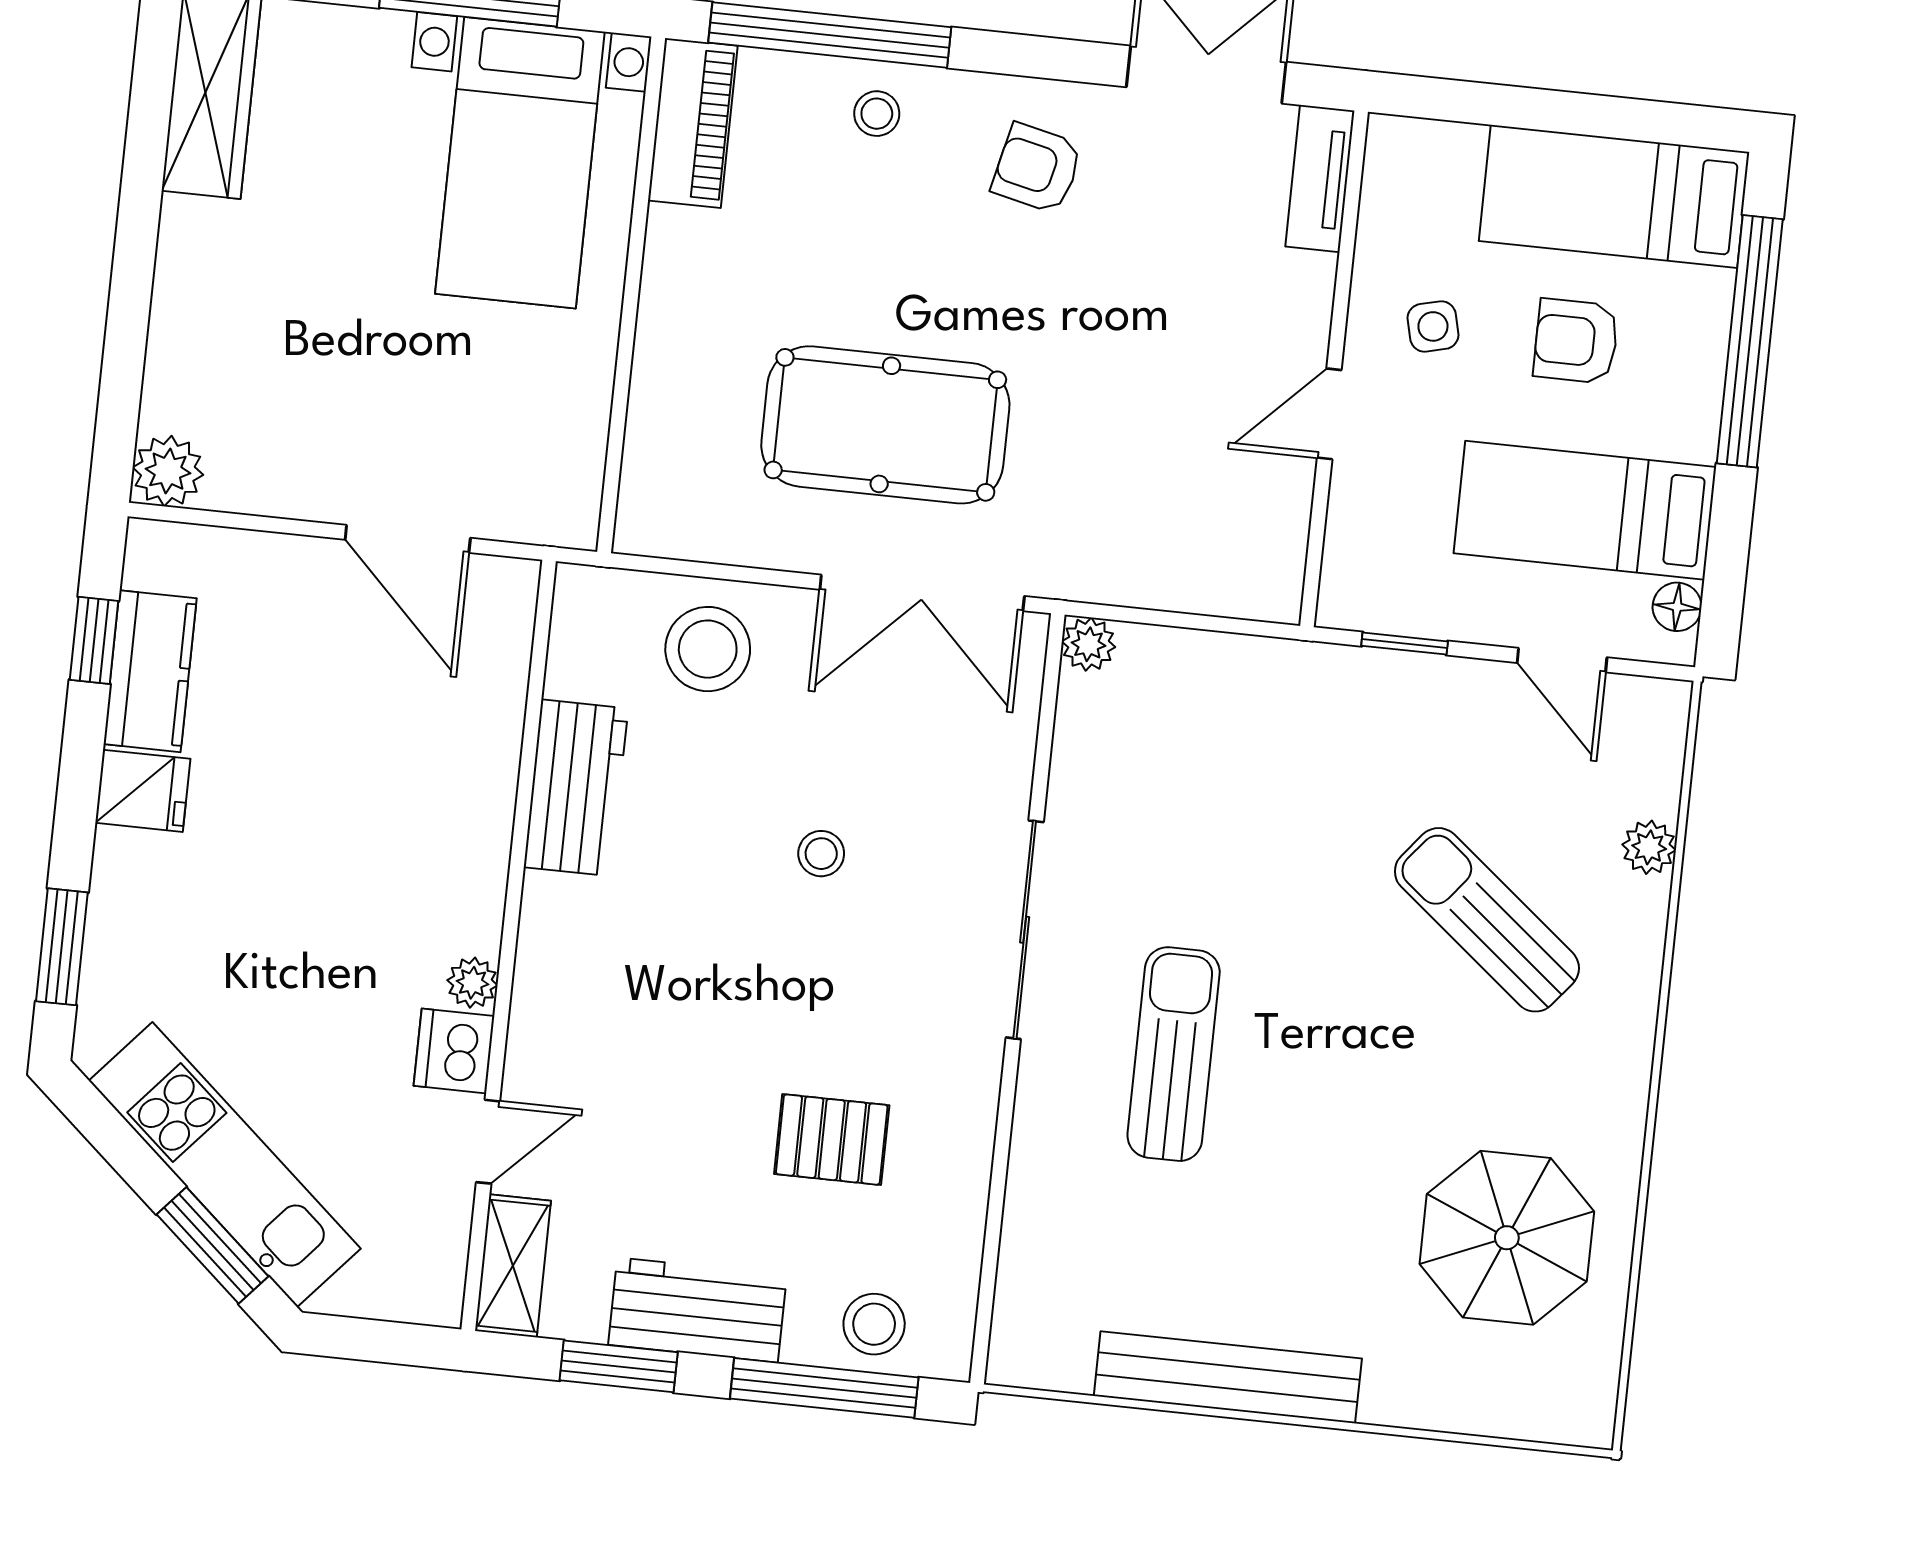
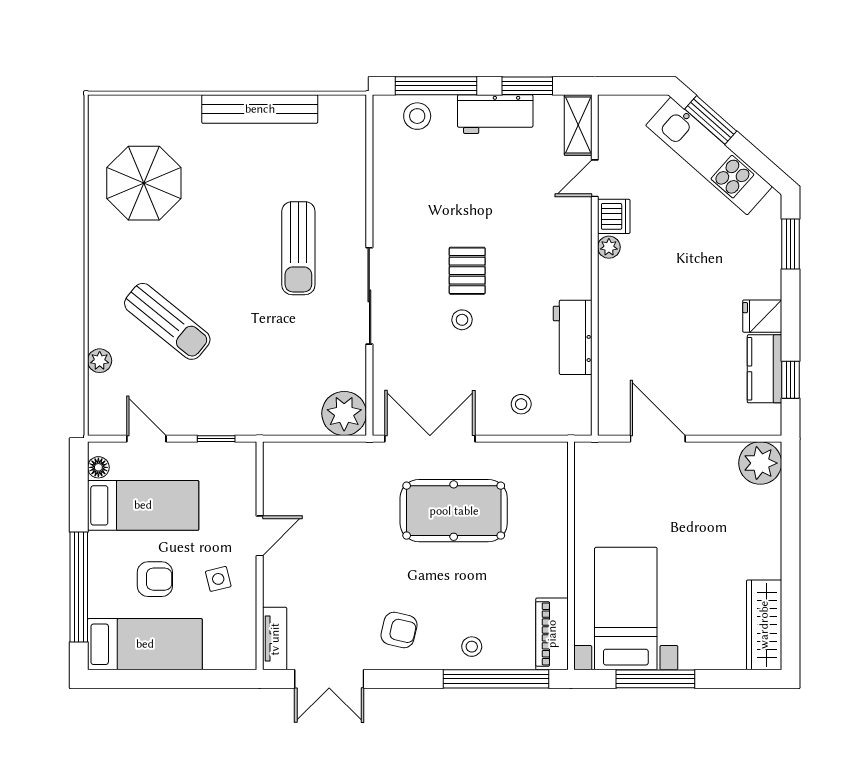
plant: (168, 471) -> (760, 463), width x1.36, depth x1.36
plant: (1089, 644) -> (344, 413), width x1.88, depth x1.88
stool: (708, 649) -> (521, 404), width x0.53, depth x0.53
pallet: (832, 1140) -> (467, 271), moved, turned 90

